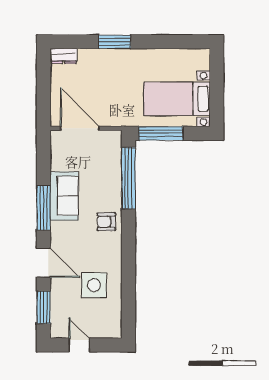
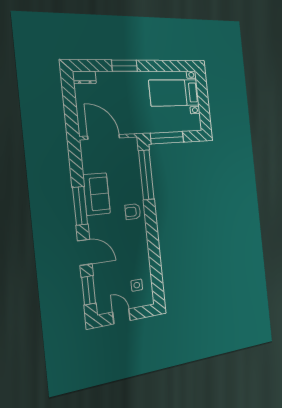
bed with nightstands: (177, 99) -> (174, 93), moved
side table: (94, 285) -> (137, 285), moved, width x0.54, depth x0.54

